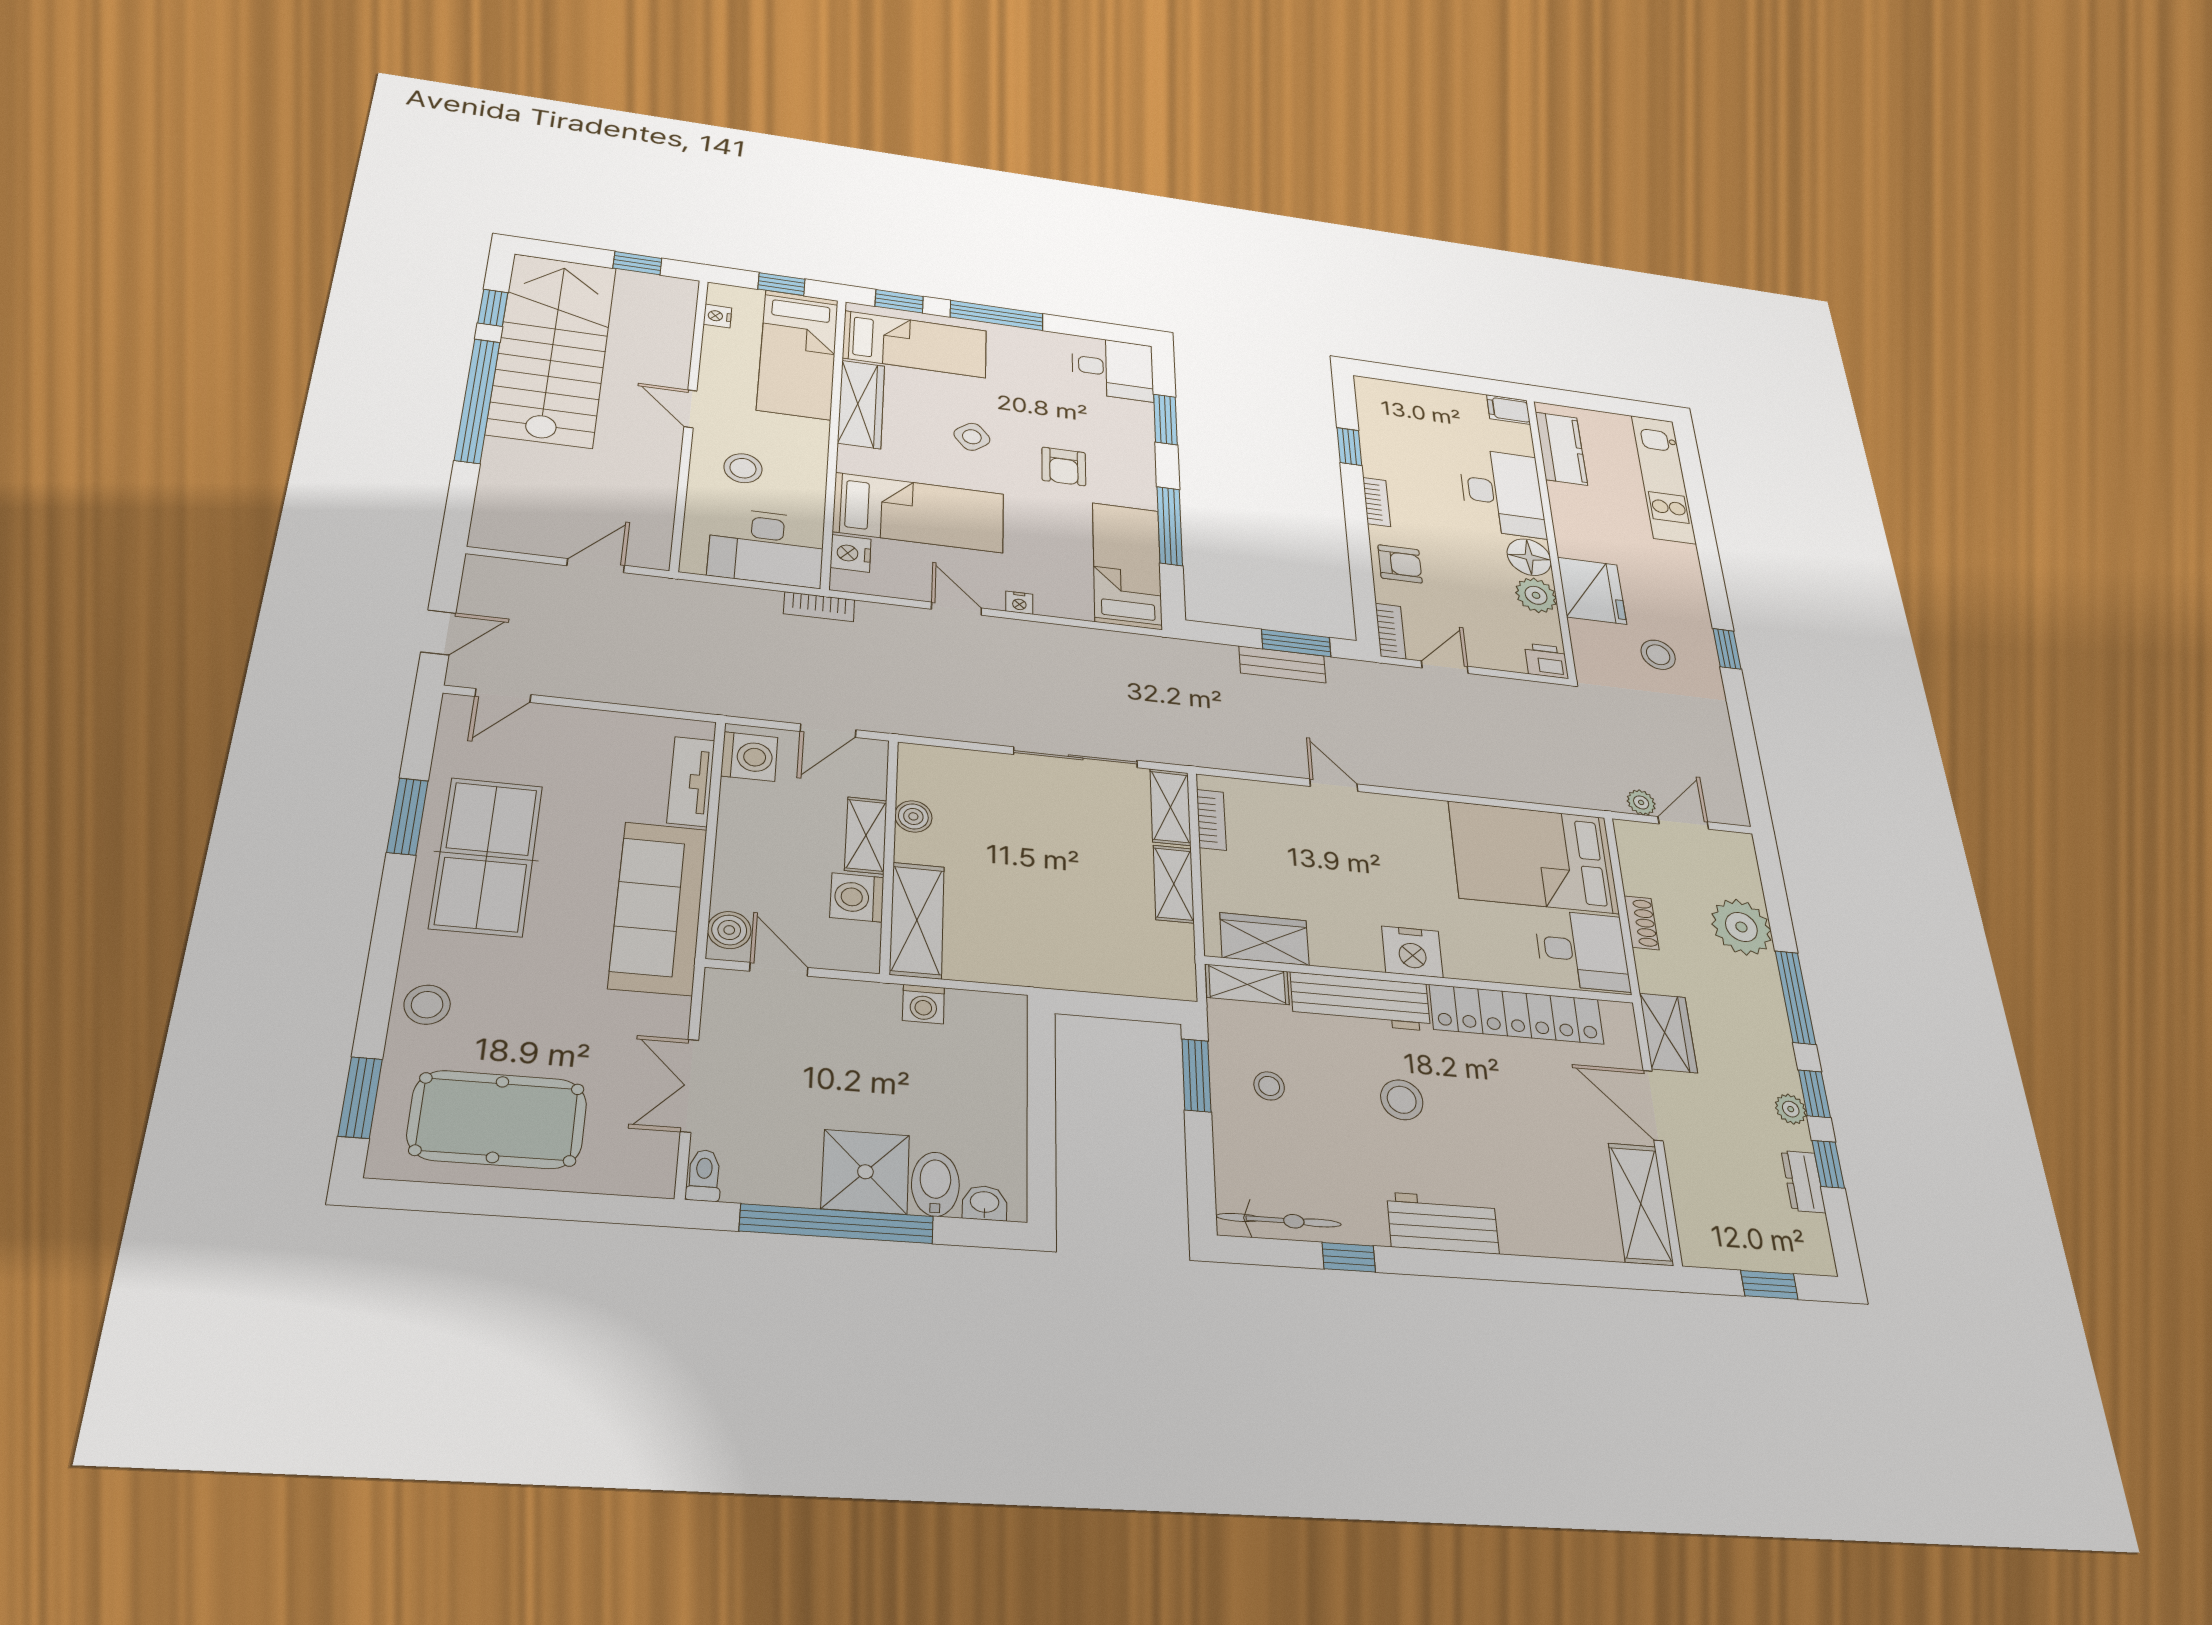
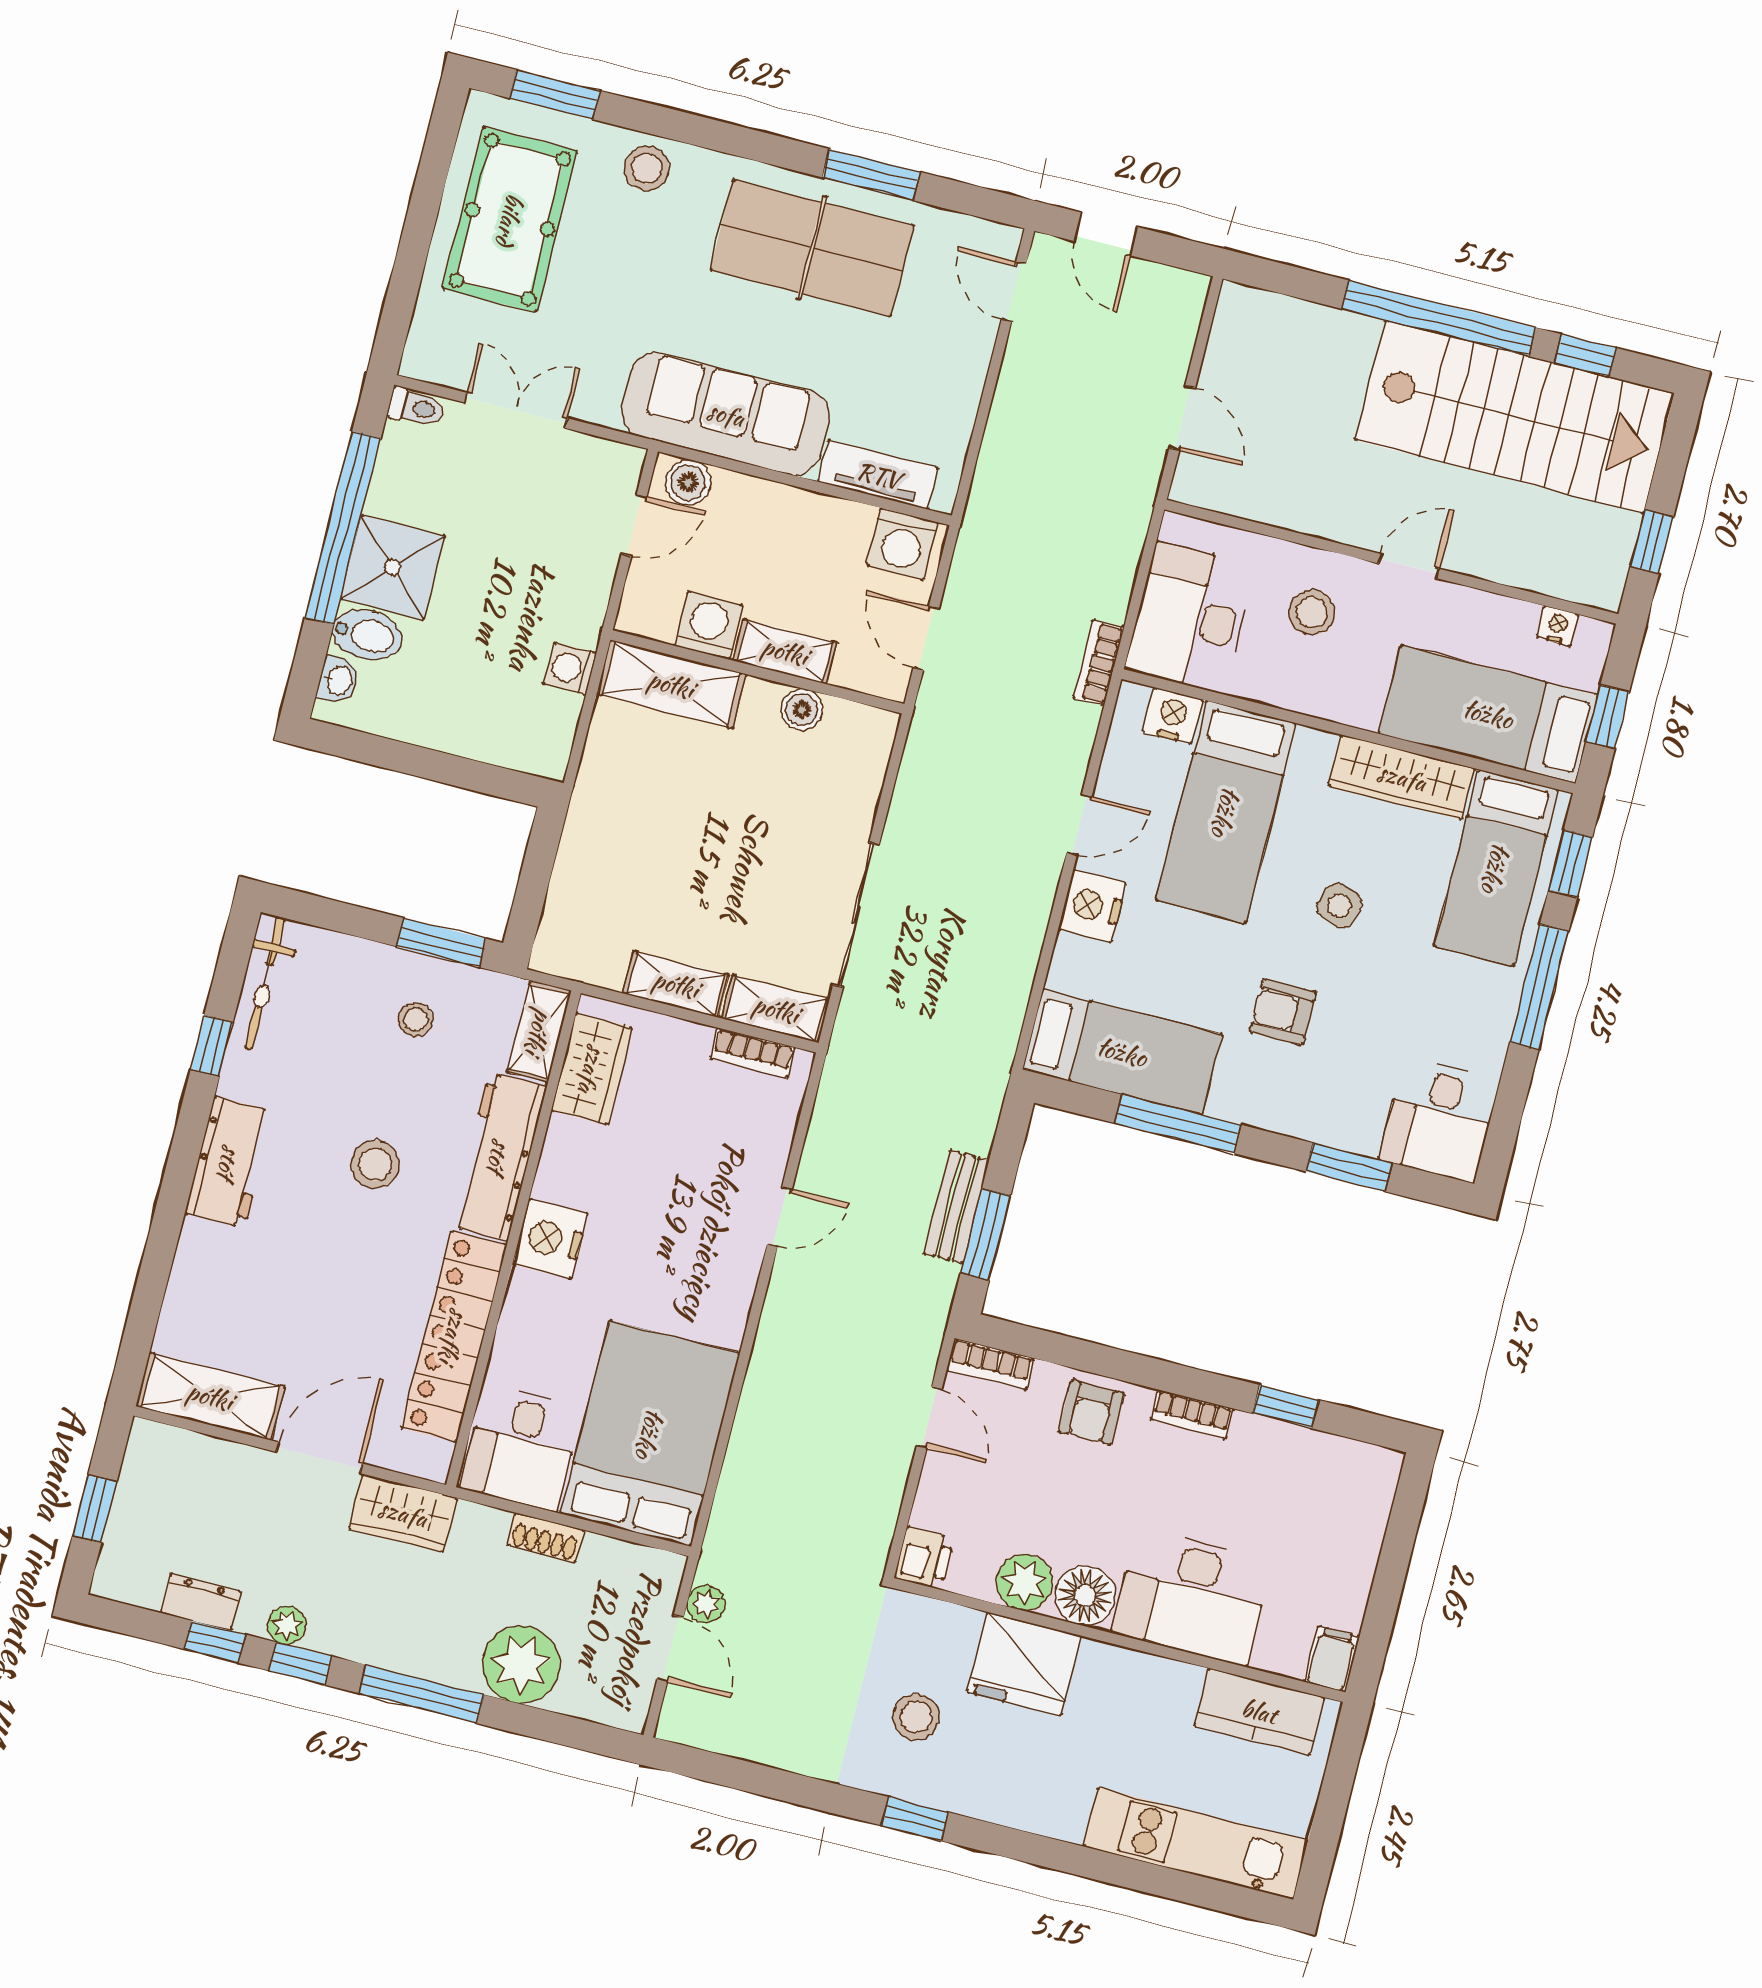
side table: (972, 437) -> (1339, 906), turned -32
nightstand: (1019, 603) -> (1092, 906), width x1.89, depth x1.79

